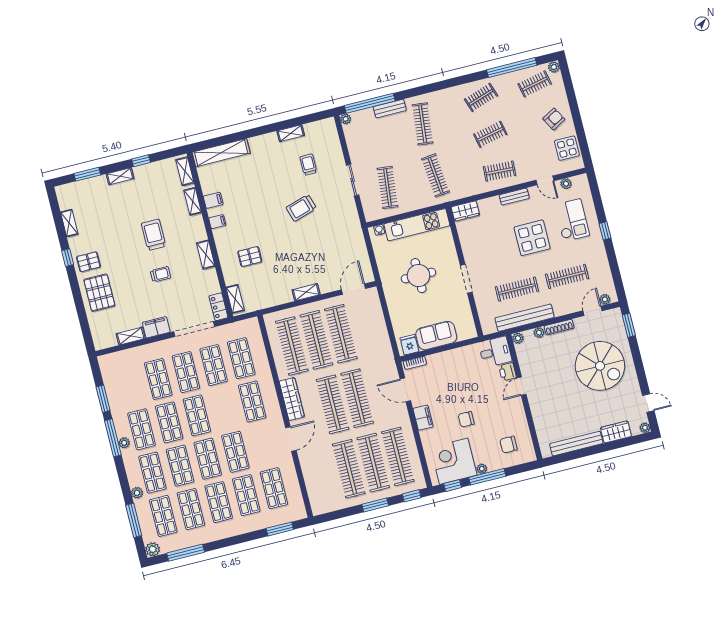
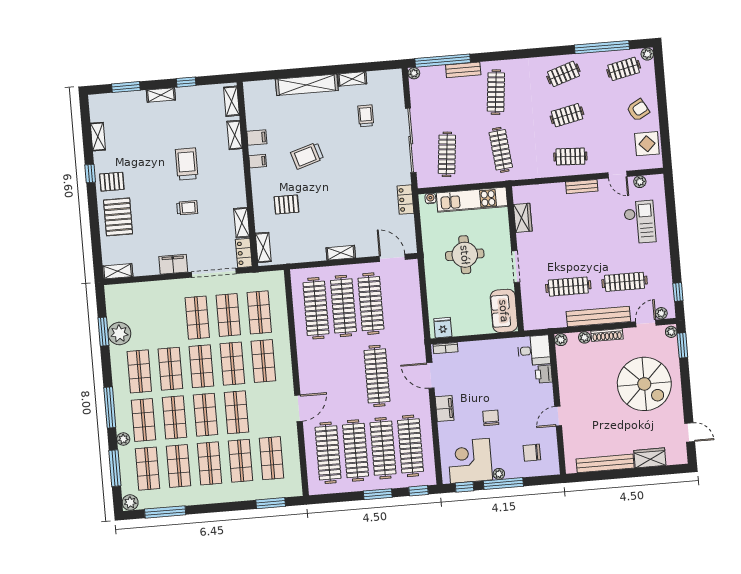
shelving: (221, 153) -> (307, 85), moved
sliding door: (353, 180) -> (411, 140), width x1.86
trolley: (301, 208) -> (307, 156), moved
wardrobe: (465, 211) -> (523, 218), moved, turned -90
window: (605, 231) -> (678, 292), moved
locker: (357, 235) -> (405, 200), added
display table: (532, 238) -> (594, 234), removed
shelving: (206, 255) -> (242, 223), moved
door: (353, 289) -> (392, 258), hinge flipped
bench: (525, 318) -> (598, 317), moved
shelving: (131, 336) -> (118, 271), moved
sofa: (436, 336) -> (504, 311), moved, turned -90
shop shelf: (158, 379) -> (232, 364), moved
door: (521, 386) -> (558, 416), moved
wardrobe: (292, 399) -> (307, 365), removed
clothes rail: (333, 404) -> (328, 453), moved
chair: (466, 419) -> (491, 418), turned 90
plant: (645, 428) -> (671, 332), moved
window: (113, 438) -> (110, 408), moved
plant: (124, 443) -> (119, 334), moved, width x1.87, depth x1.87

